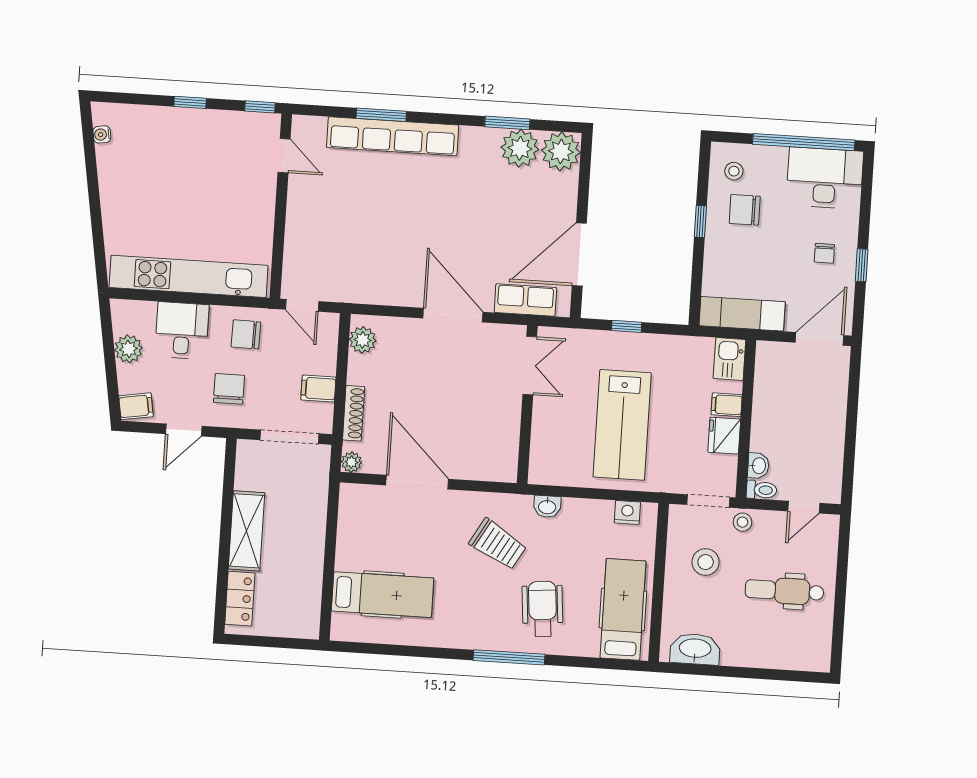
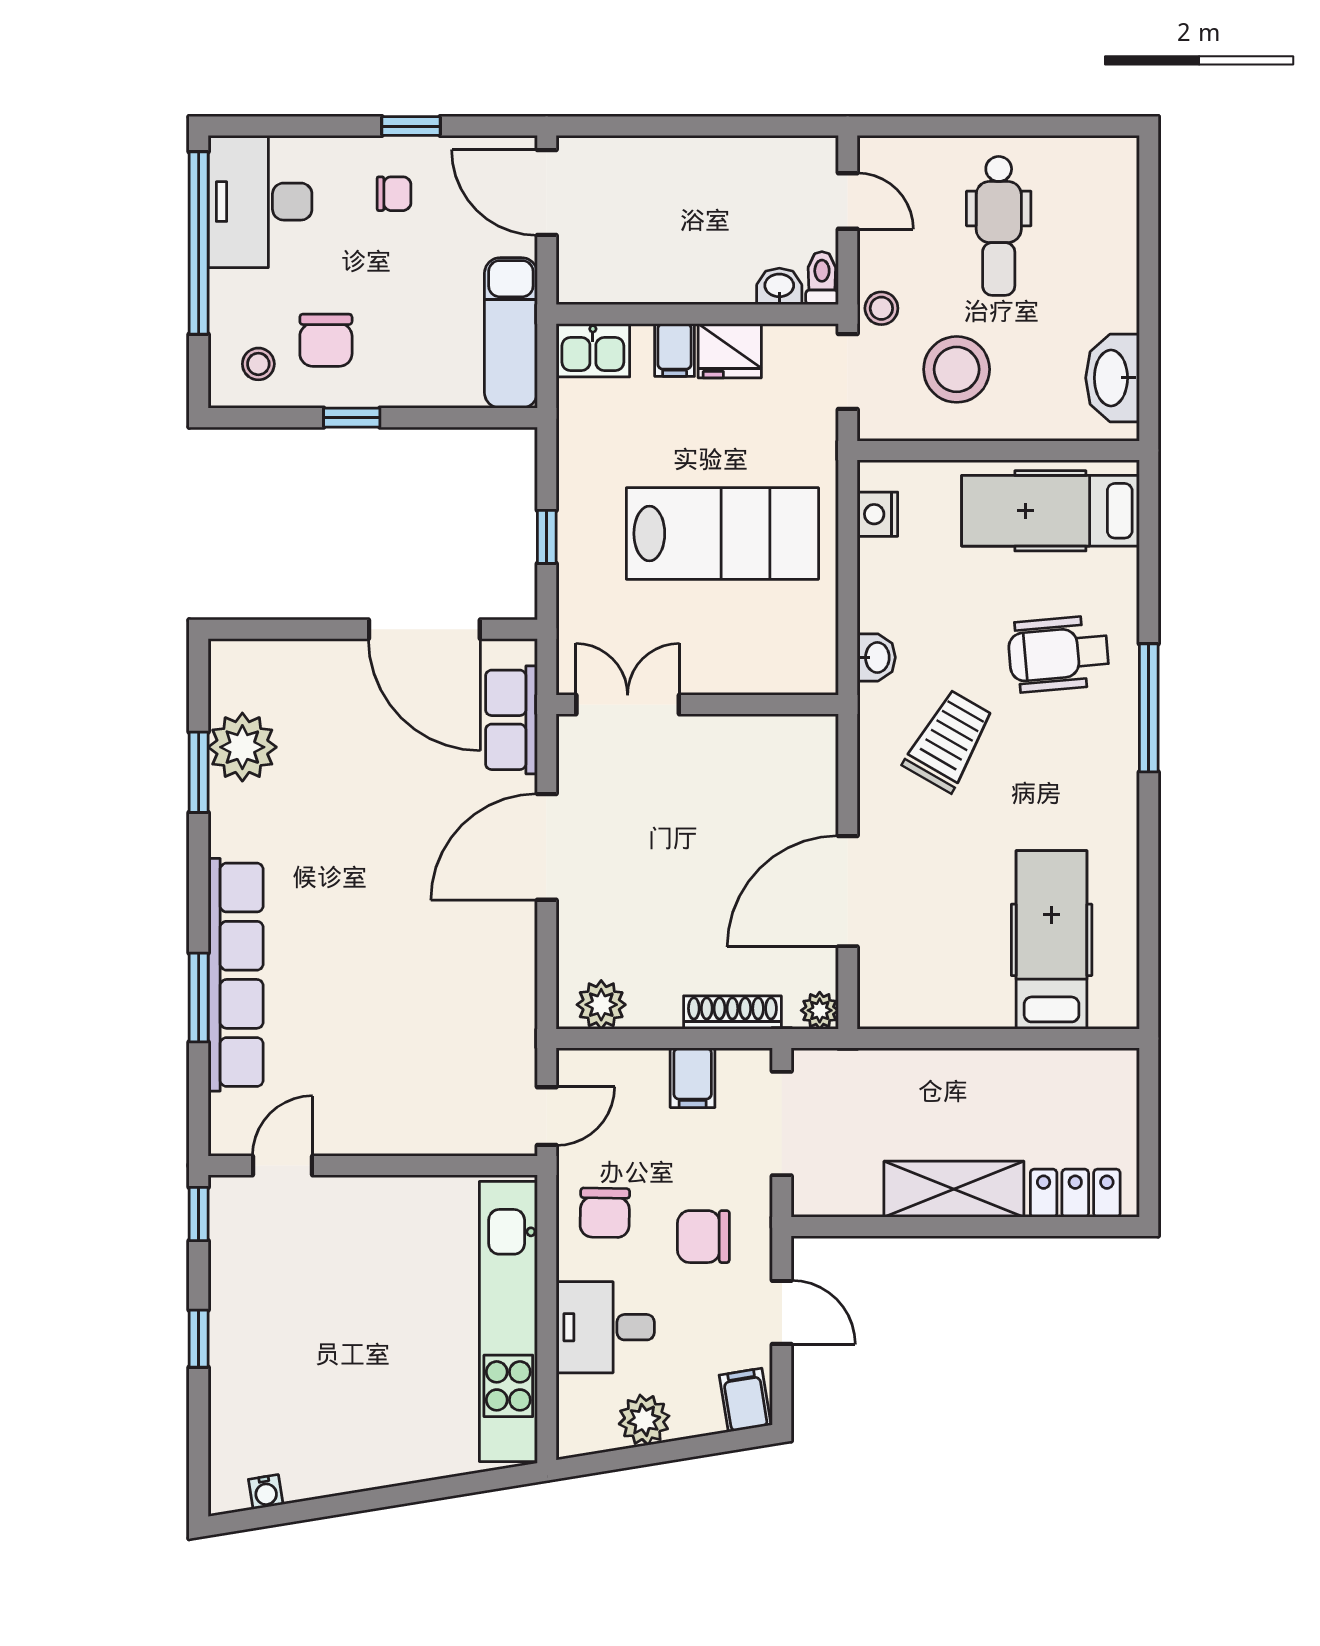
plant: (561, 151) -> (243, 674), removed
stool: (706, 562) -> (957, 369), width x1.38, depth x1.38

